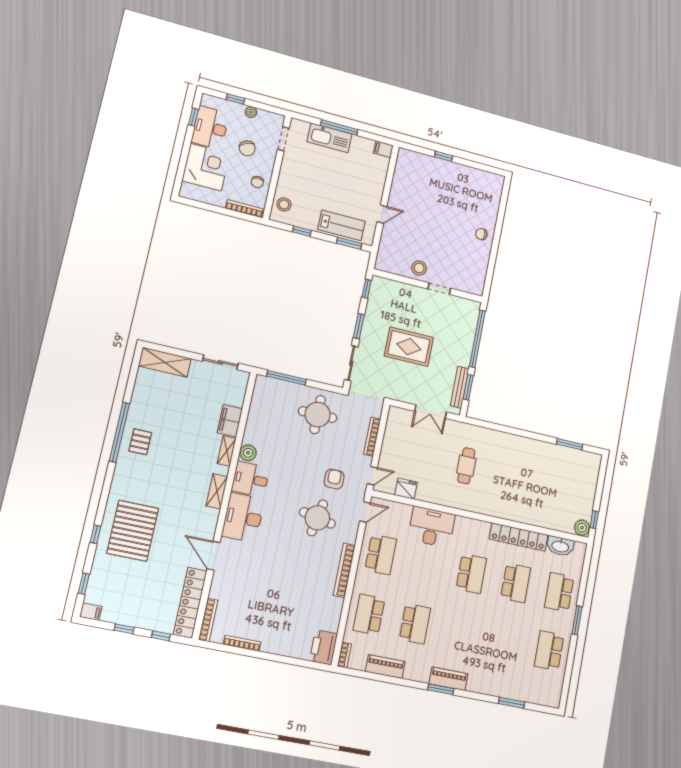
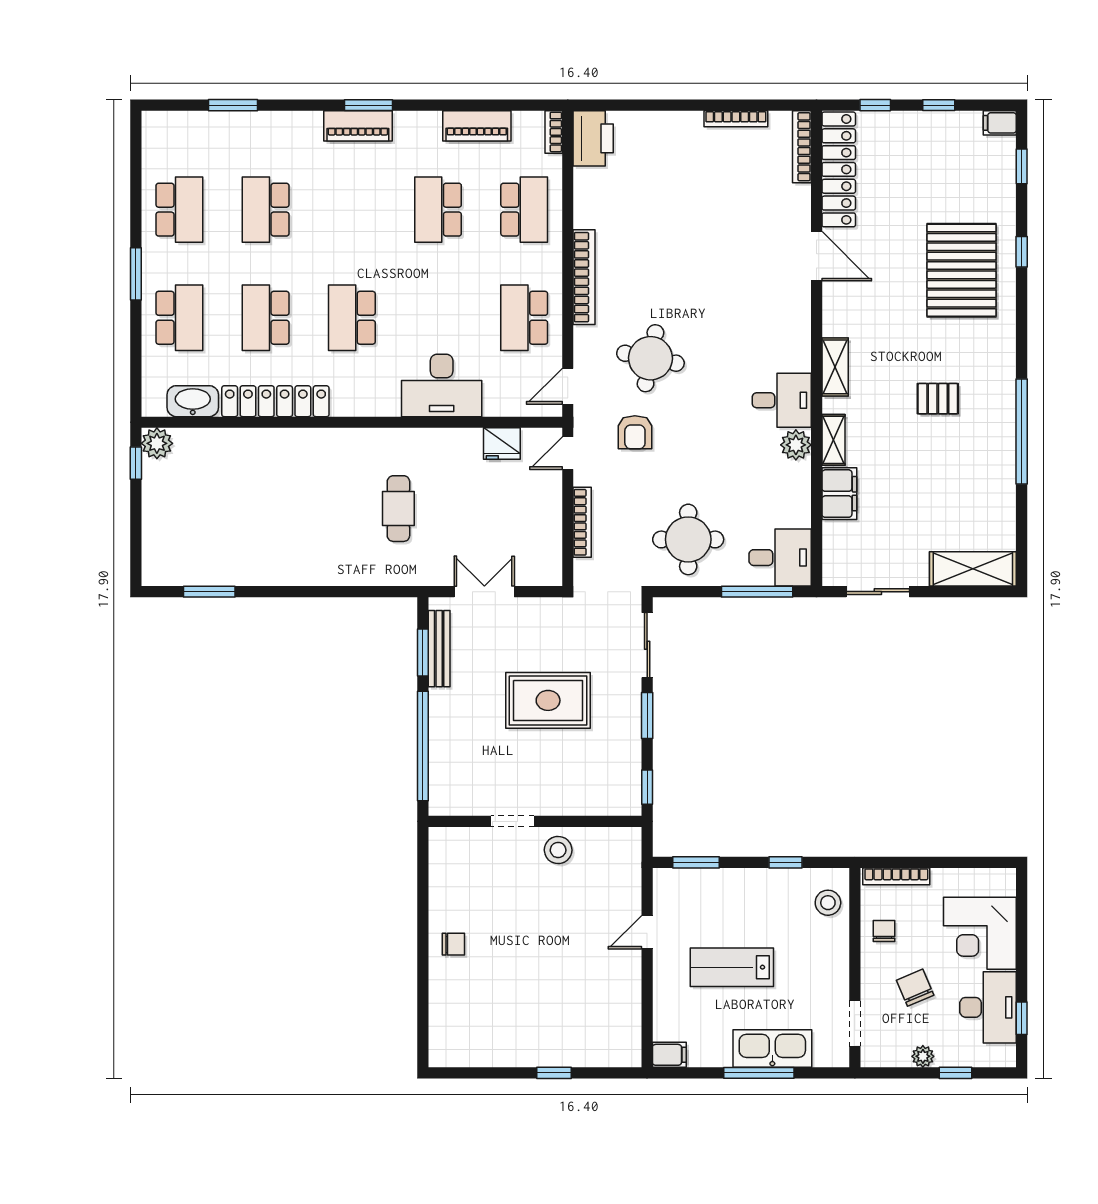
lab bench: (341, 225) -> (732, 967), moved
pallet: (140, 442) -> (938, 399), moved, turned 90
desk: (243, 518) -> (780, 558), moved, width x0.73
school desk: (505, 642) -> (266, 210), added

